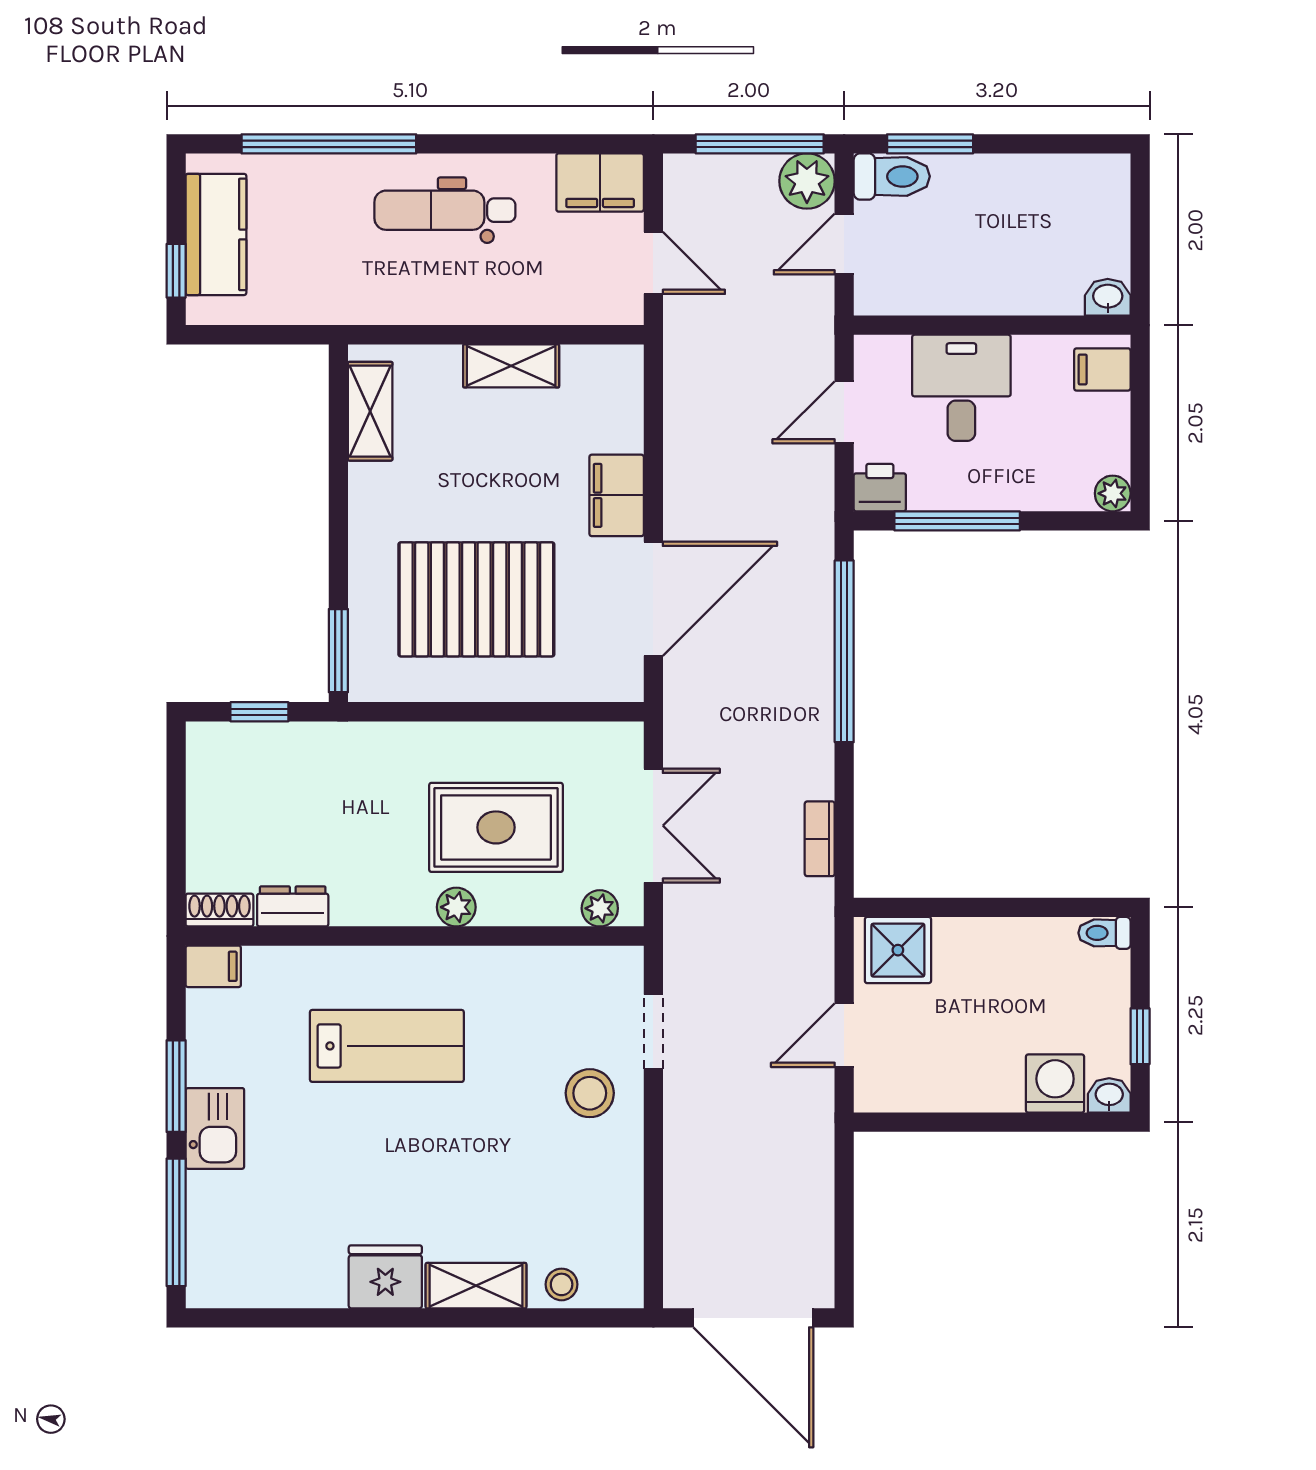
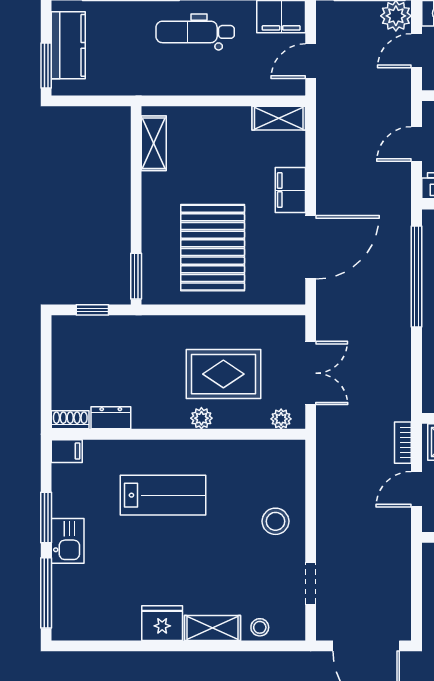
door: (653, 263) -> (311, 61), swing flipped
window: (176, 271) -> (46, 65), width x1.50
shelving: (511, 366) -> (279, 118), moved
pallet: (476, 599) -> (213, 248), turned 90
bookcase: (820, 839) -> (403, 443), moved
doorway: (653, 1032) -> (311, 583), moved

